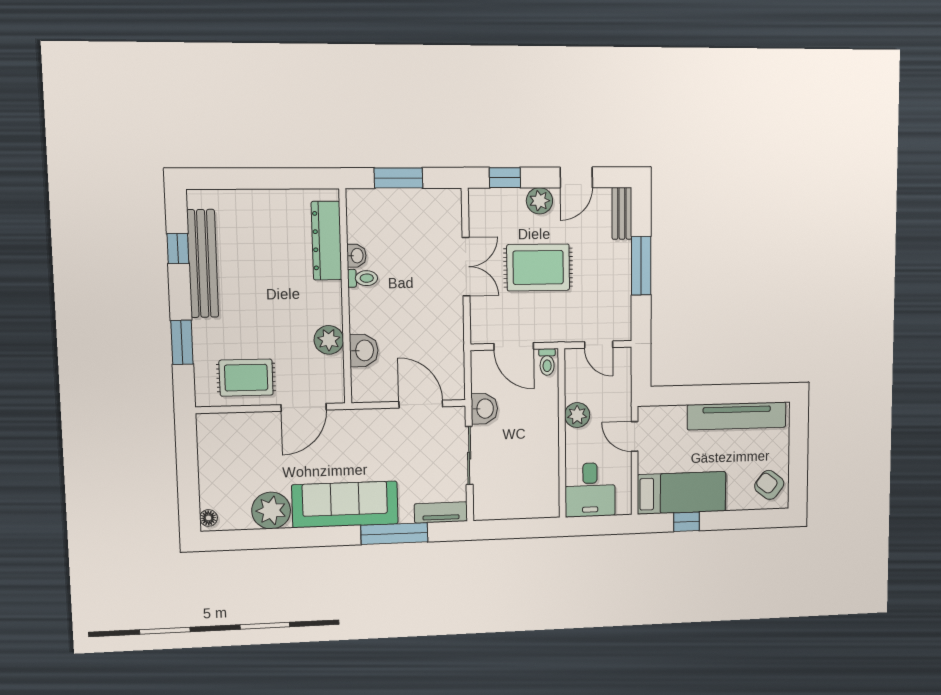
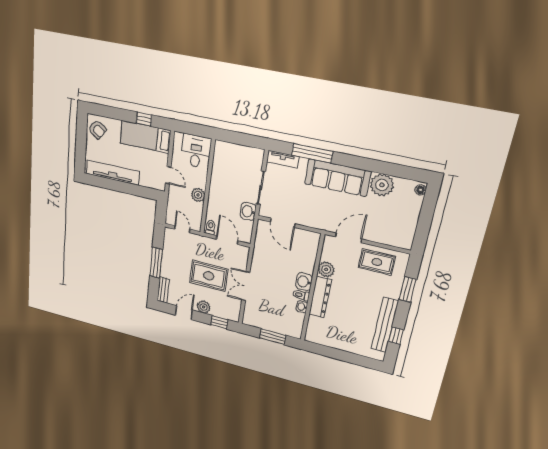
dresser: (327, 241) -> (320, 297), moved
washbasin: (364, 350) -> (304, 282), moved

